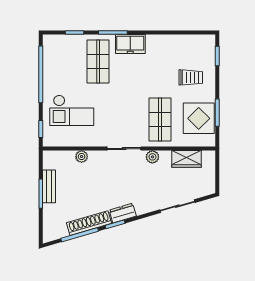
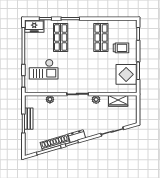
freezer: (130, 44) -> (34, 26), moved
shop shelf: (160, 119) -> (101, 37), moved

